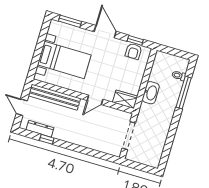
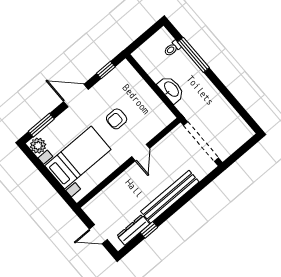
plant: (55, 28) -> (38, 146), added
armchair: (134, 51) -> (117, 119), moved, turned 90
bench: (54, 97) -> (170, 197), moved
wardrobe: (125, 99) -> (161, 121), removed
doorway: (129, 136) -> (201, 142), width x1.36

